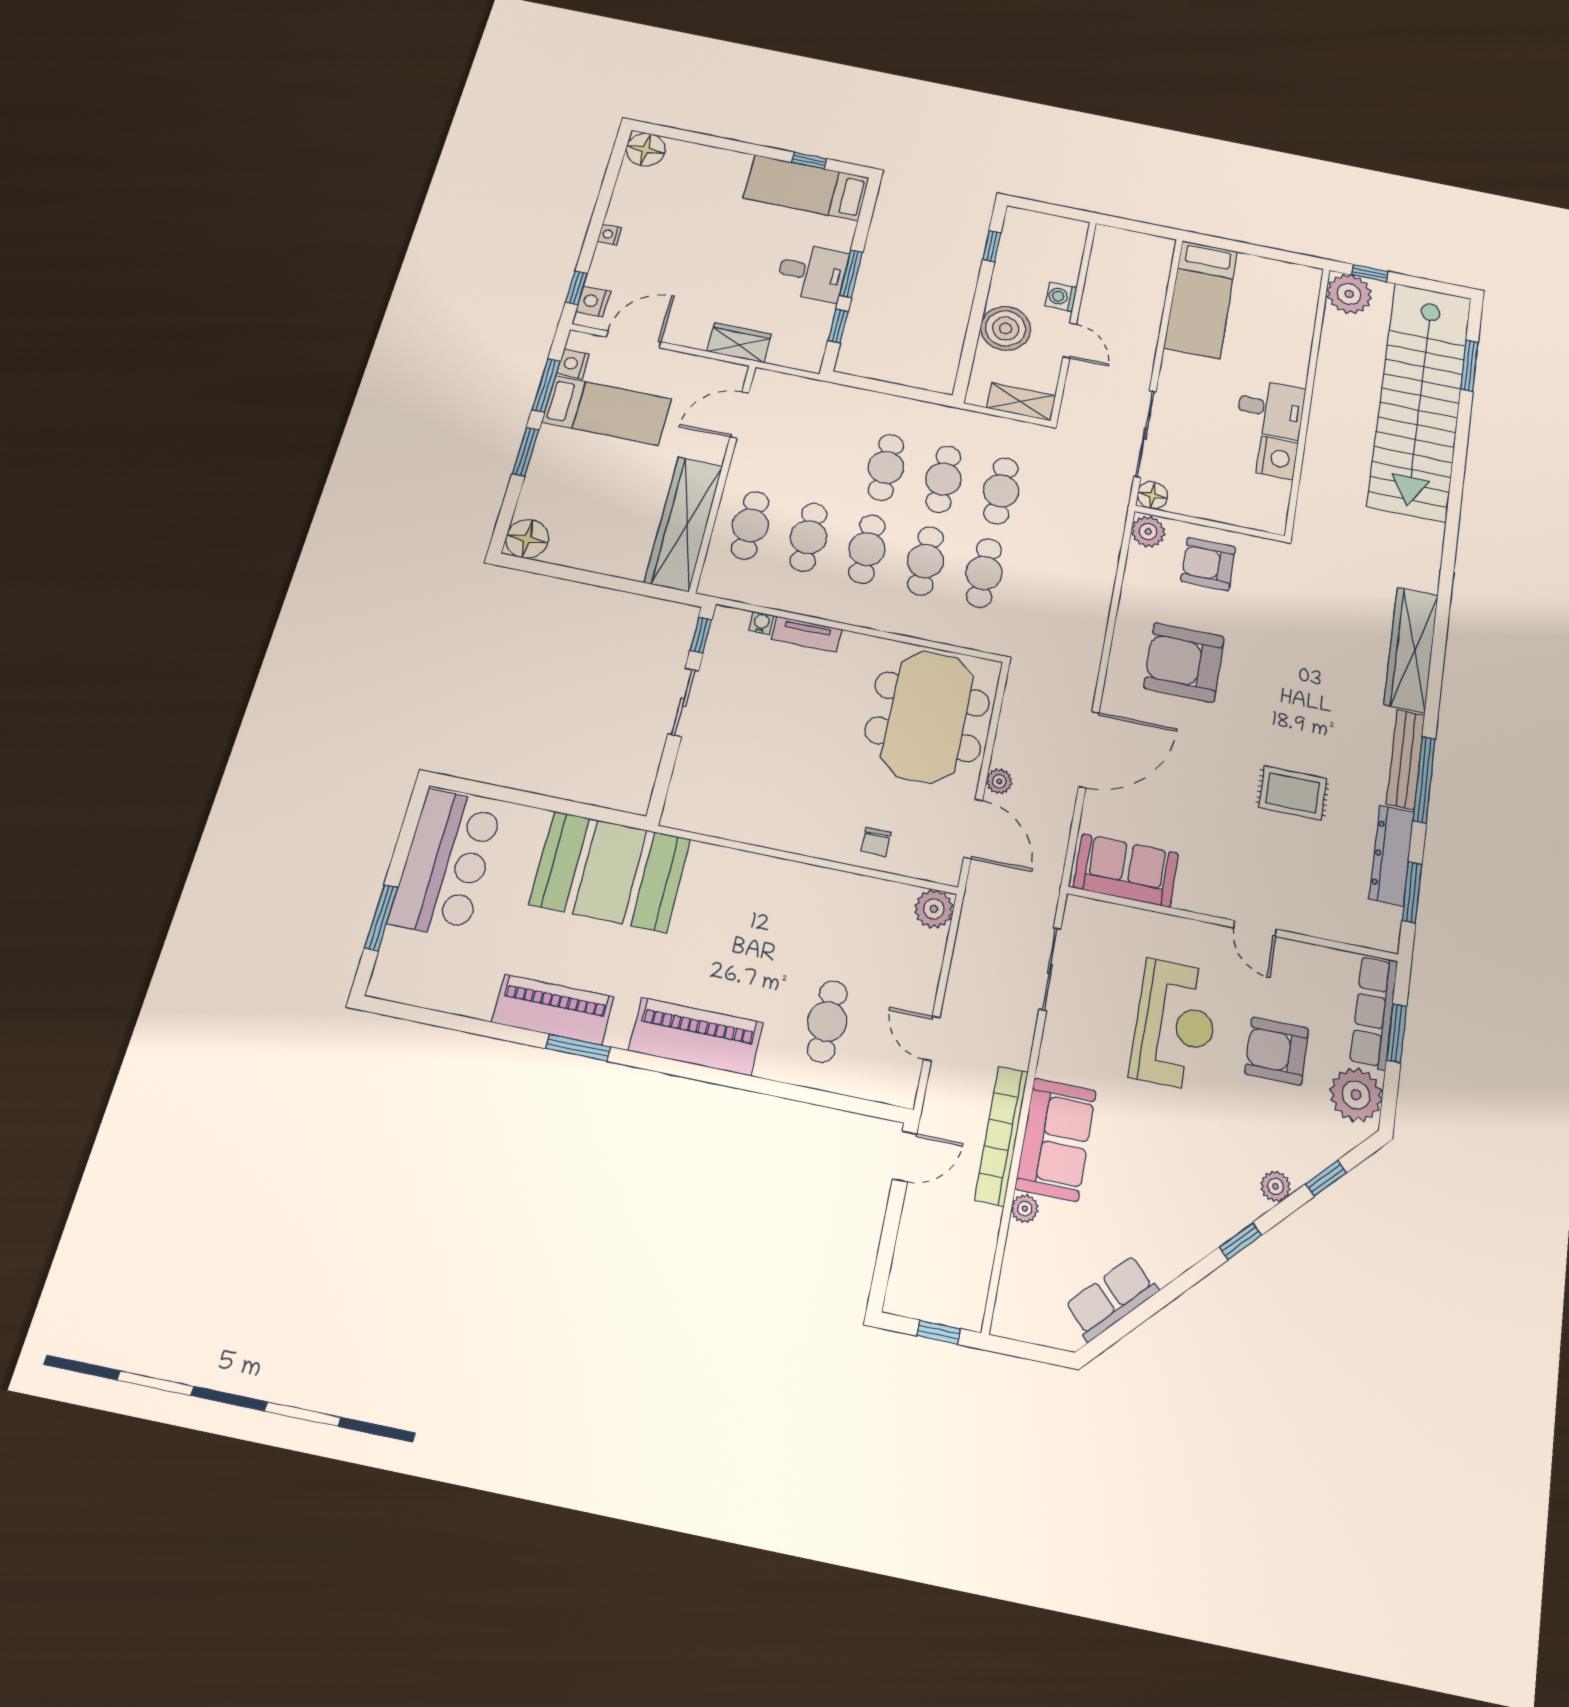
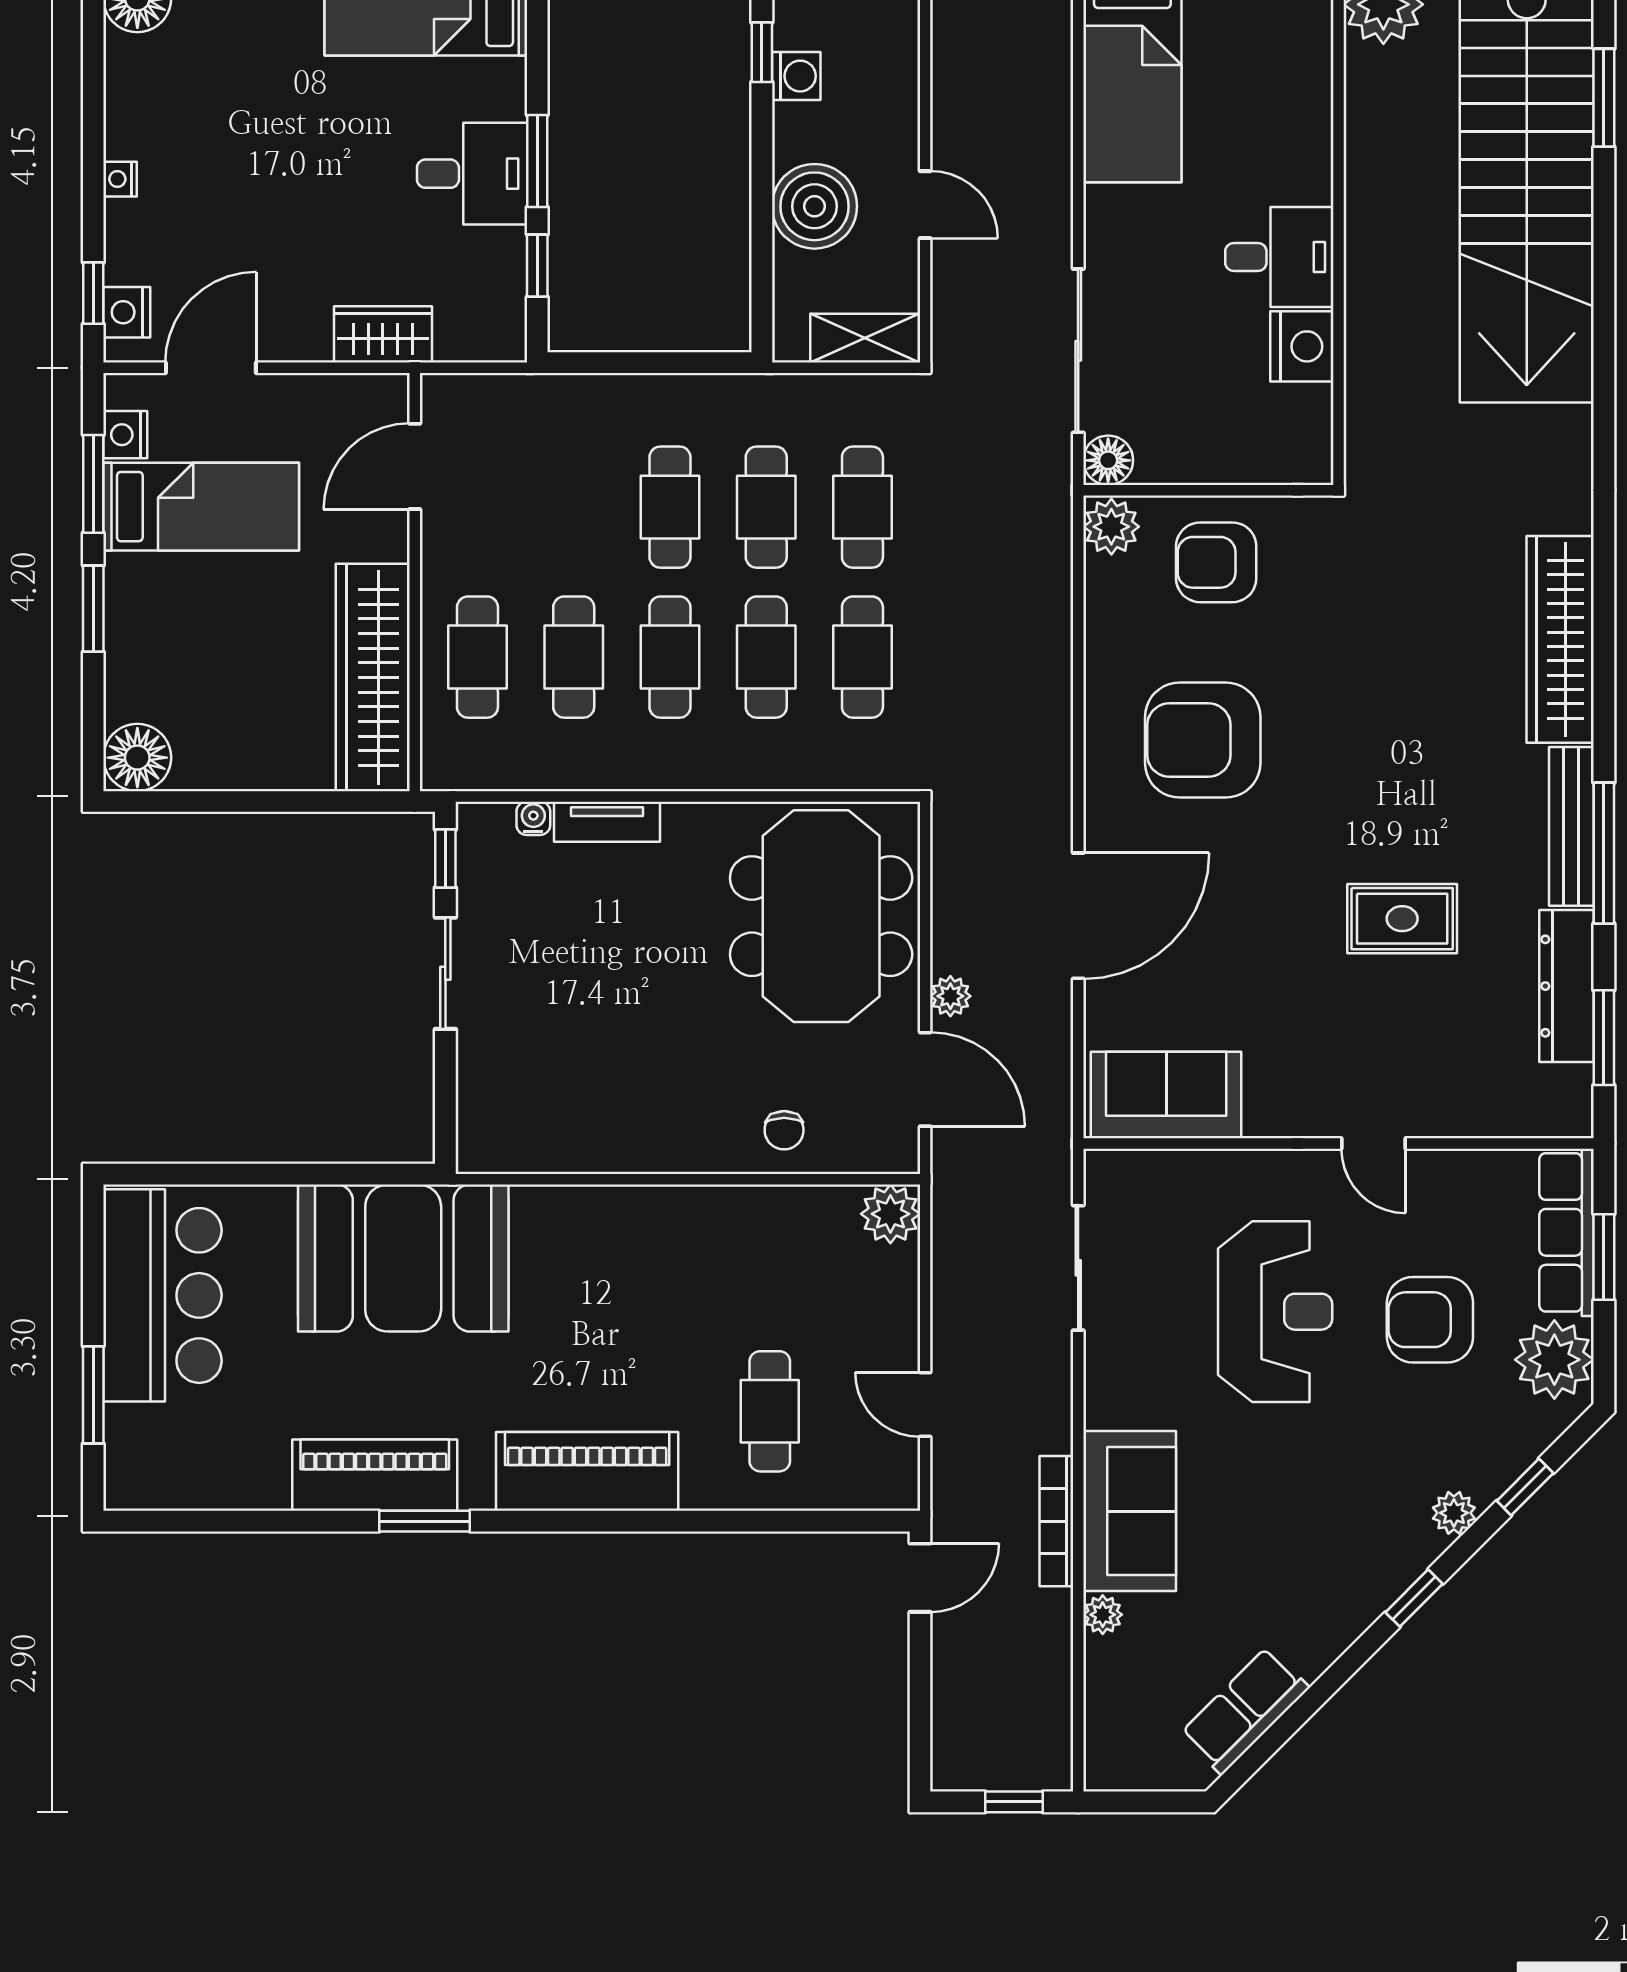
washing machine: (1061, 297) -> (796, 76), moved, turned 180
bookcase: (1001, 1135) -> (1056, 1521), width x0.68, depth x0.76

